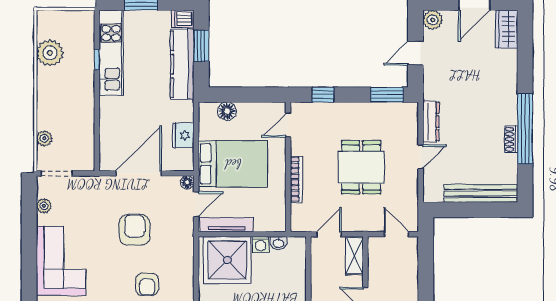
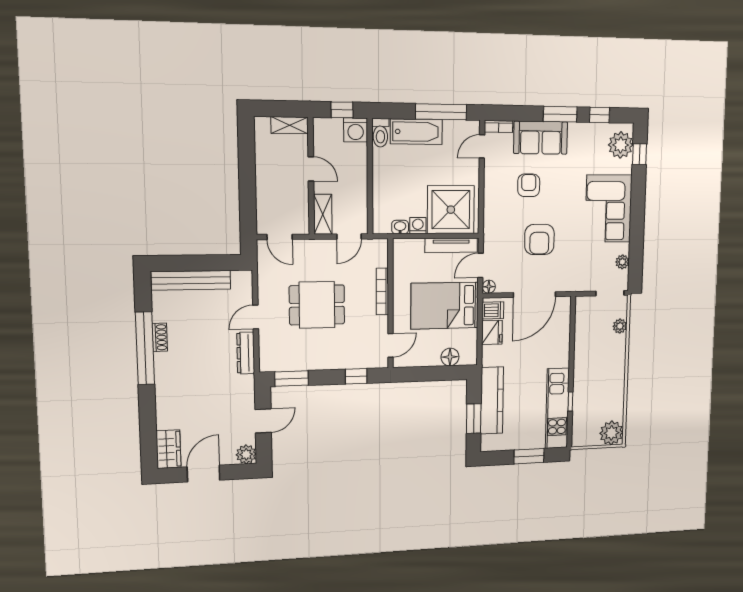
dishwasher: (183, 19) -> (493, 310), moved
plant: (50, 53) -> (611, 433), moved
dining table: (361, 167) -> (317, 305), turned 90

